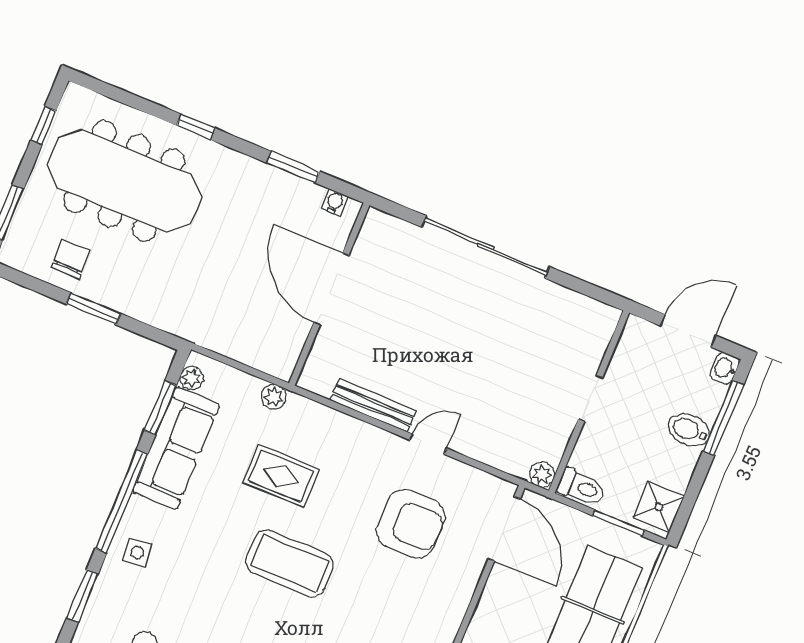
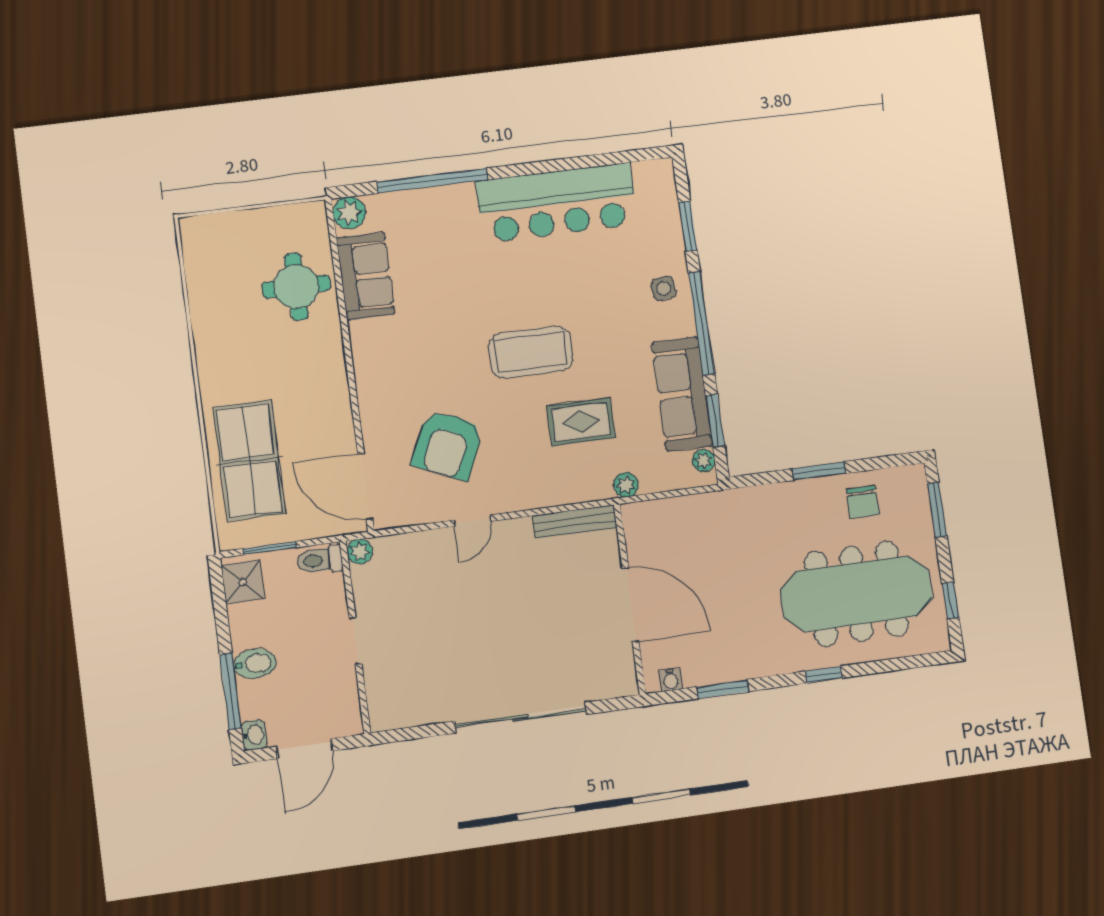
bench: (373, 405) -> (575, 522), moved
armchair: (411, 524) -> (448, 445), turned -66

